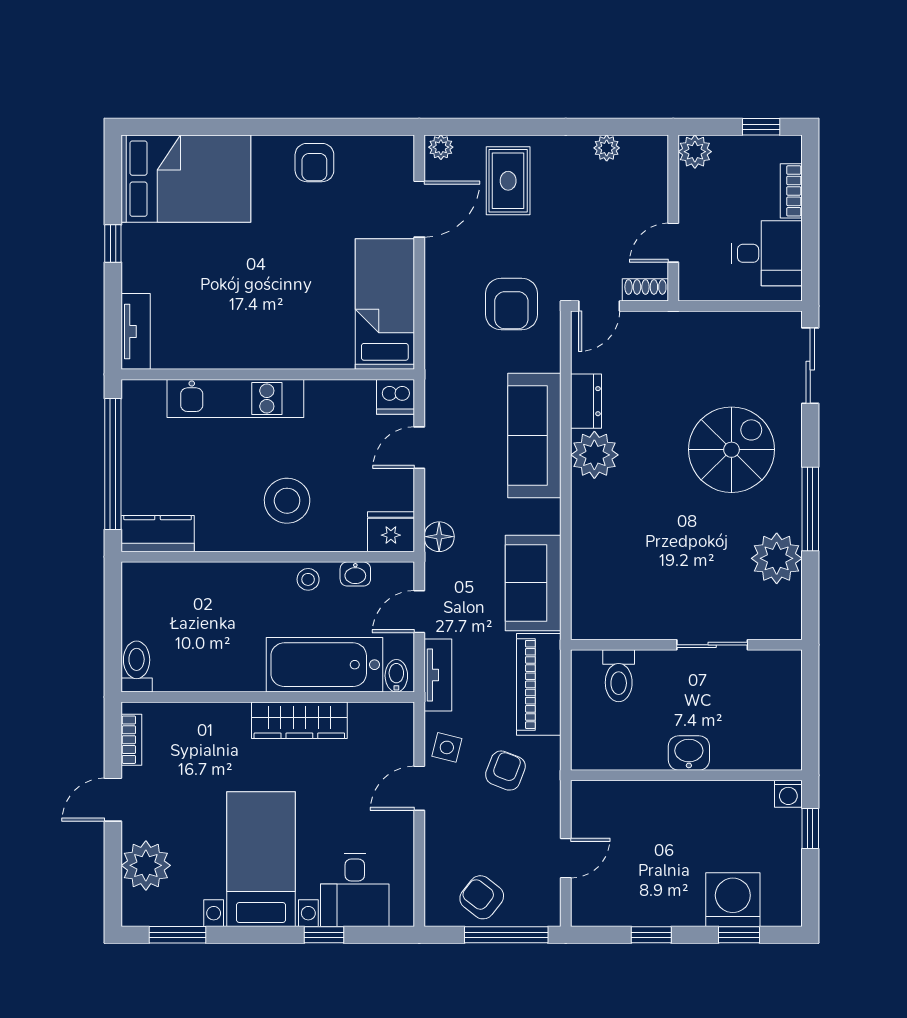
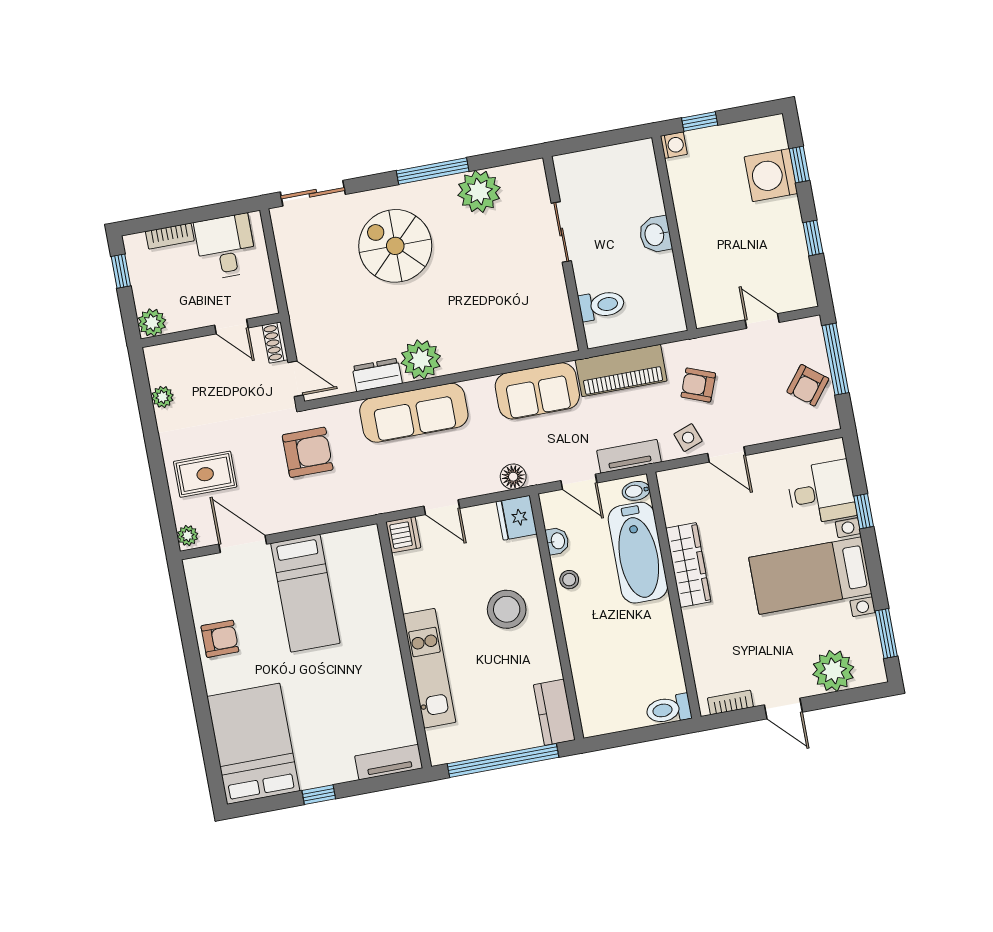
bed: (385, 304) -> (305, 593), moved, turned -90
side table: (447, 747) -> (688, 438), turned -34

